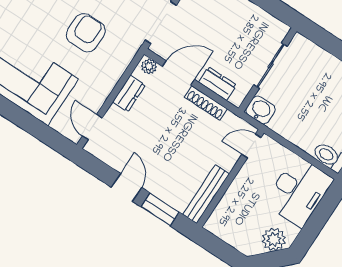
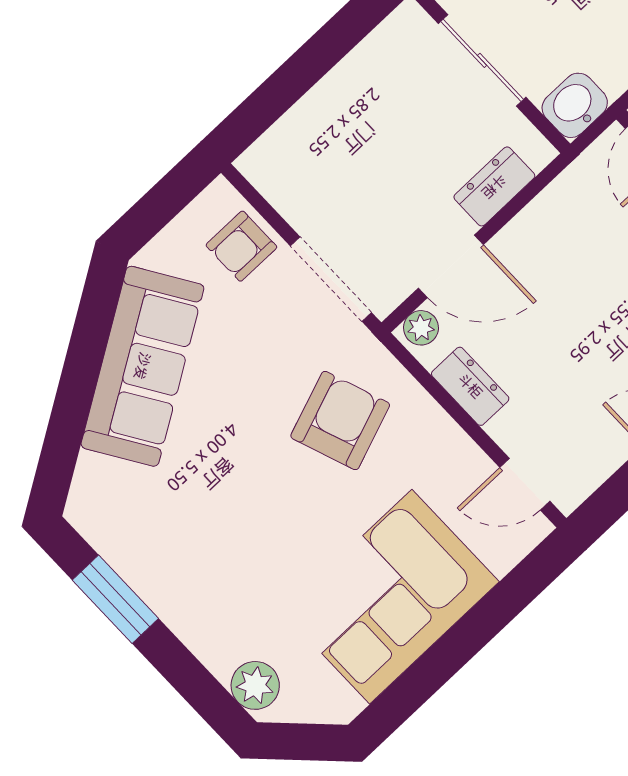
armchair: (86, 33) -> (340, 420), moved, turned 70
door: (179, 73) -> (451, 266), swing flipped
shoe rack: (206, 103) -> (531, 222), removed

